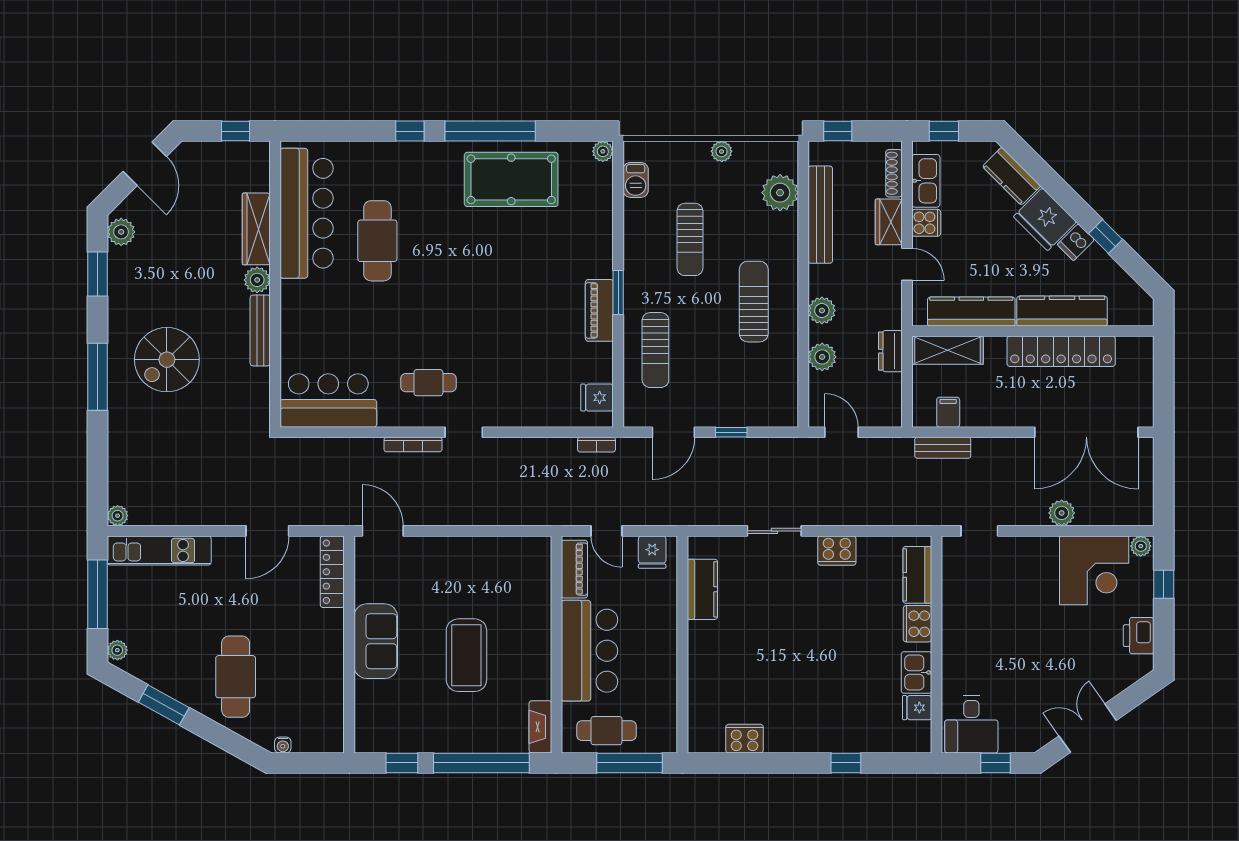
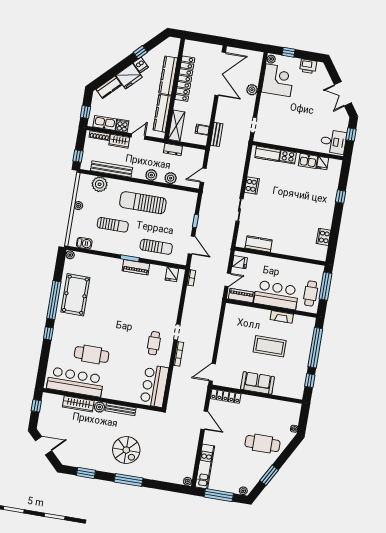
plant: (121, 232) -> (70, 460), removed
sun lounger: (754, 302) -> (143, 203), width x1.36, depth x1.34
fireplace: (540, 727) -> (282, 317), moved

